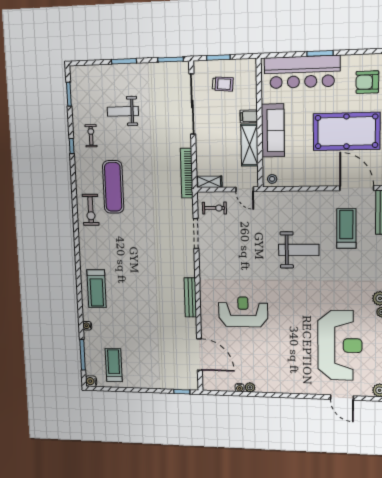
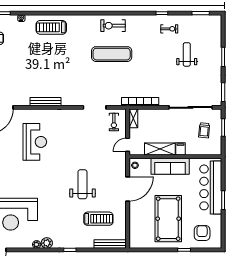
exercise mat: (113, 187) -> (112, 54), moved
door: (357, 188) -> (128, 189), moved
weight bench: (299, 250) -> (82, 184), turned 180

